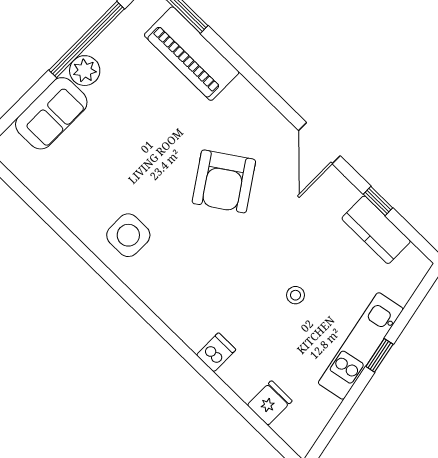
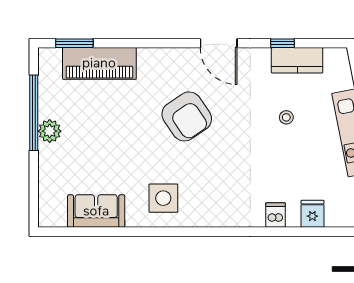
sofa: (51, 113) -> (96, 211), moved, turned -90
stool: (295, 295) -> (286, 117), moved
fridge: (270, 403) -> (312, 214), moved

